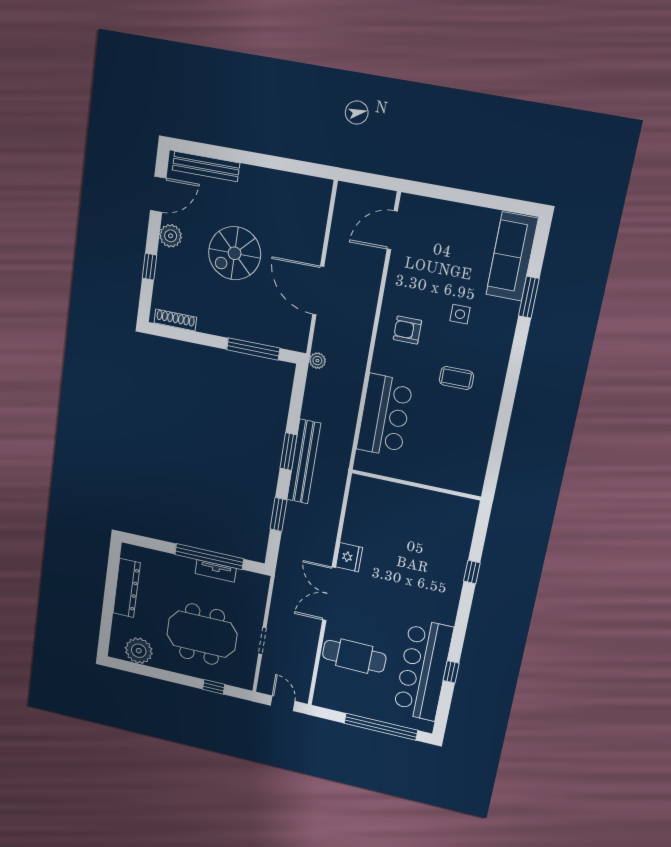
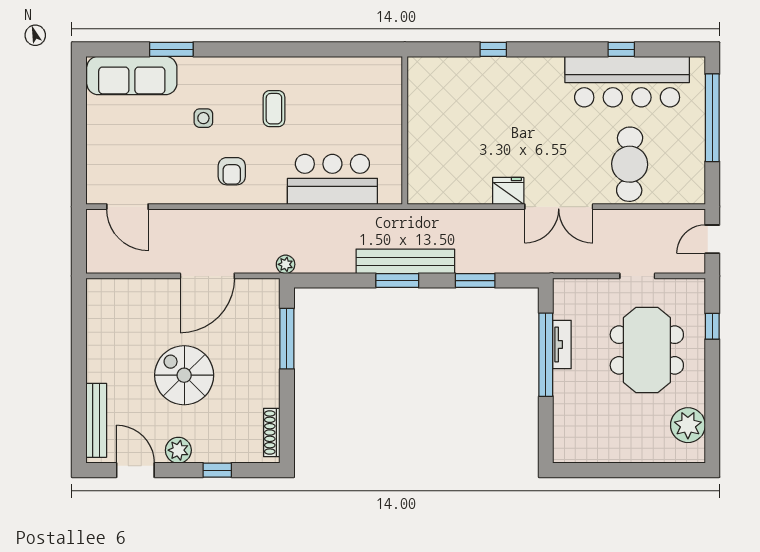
spiral stairs: (235, 253) -> (184, 375), turned 180
dresser: (127, 588) -> (610, 450), removed

